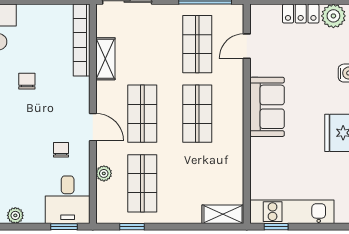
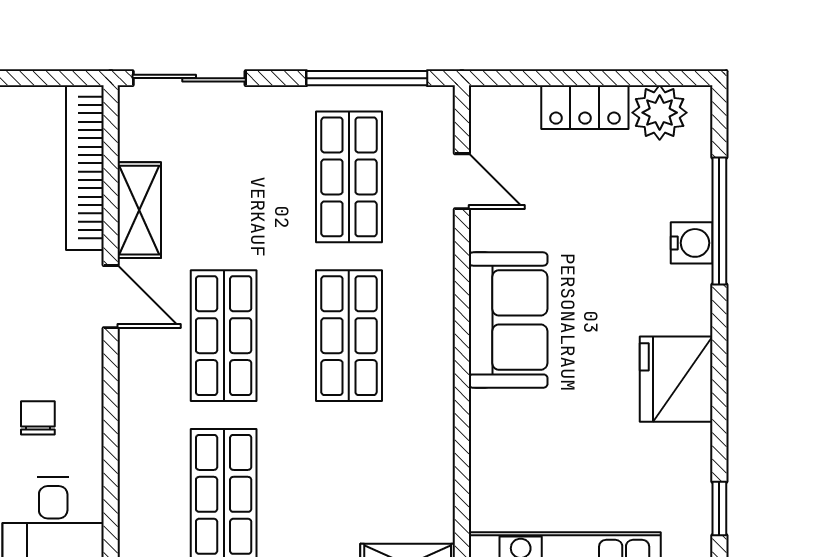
door: (247, 46) -> (462, 181), swing flipped
door: (93, 127) -> (111, 297), moved
plant: (104, 173) -> (136, 472), removed

